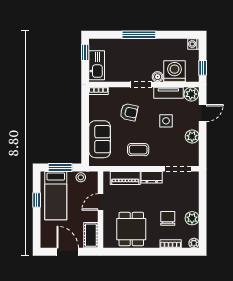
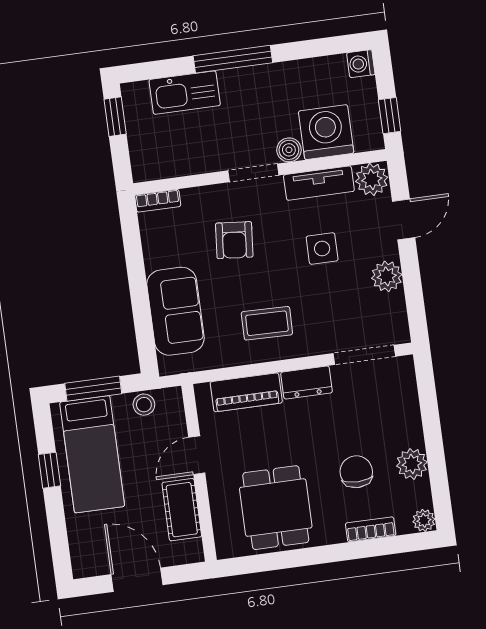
kitchen sink: (97, 65) -> (185, 93), moved, turned 90
armchair: (129, 112) -> (234, 240), turned 83
cot: (91, 235) -> (182, 510), moved

